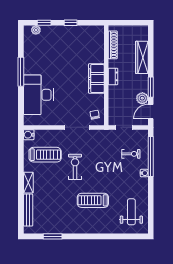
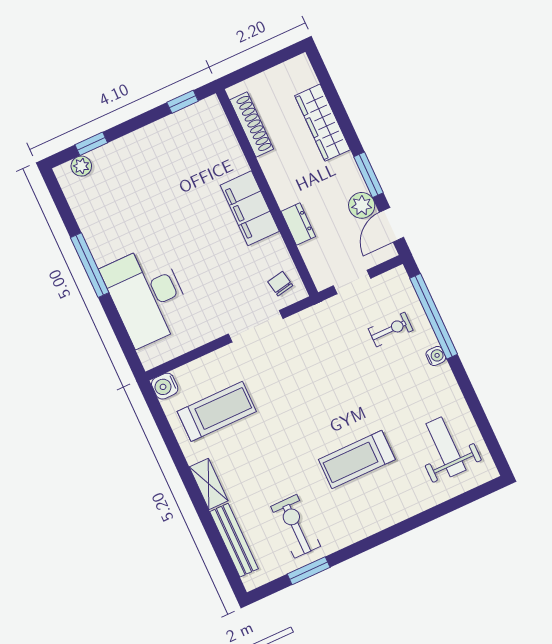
window: (71, 23) -> (183, 102), moved
dresser: (113, 76) -> (298, 224), moved
exercise bike: (75, 167) -> (296, 526), moved

